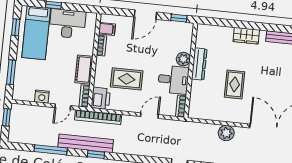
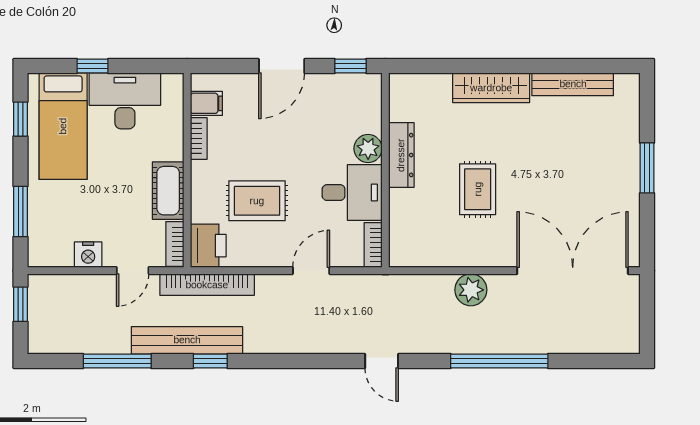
wardrobe: (246, 36) -> (491, 88), width x1.50

